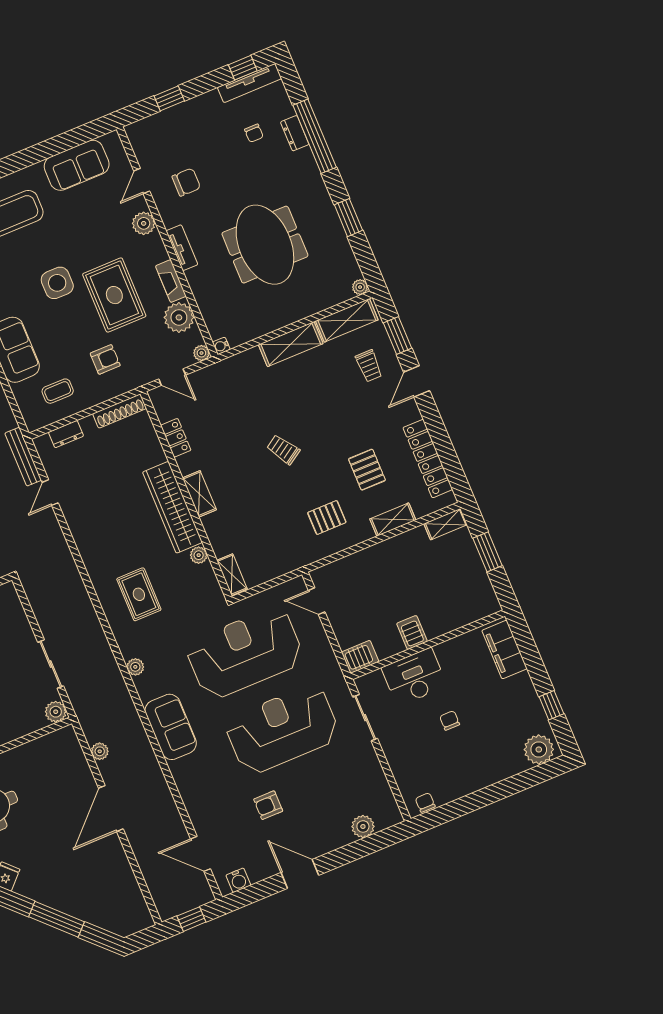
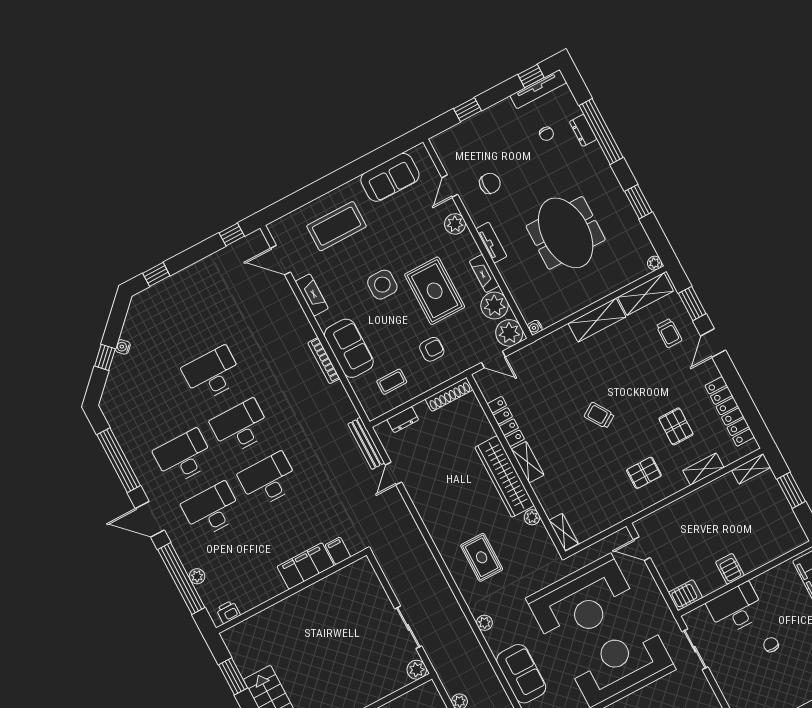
plant: (201, 353) -> (509, 333), width x1.88, depth x1.88
locker: (176, 438) -> (506, 421), width x1.53
reception desk: (245, 653) -> (582, 601), turned 180

